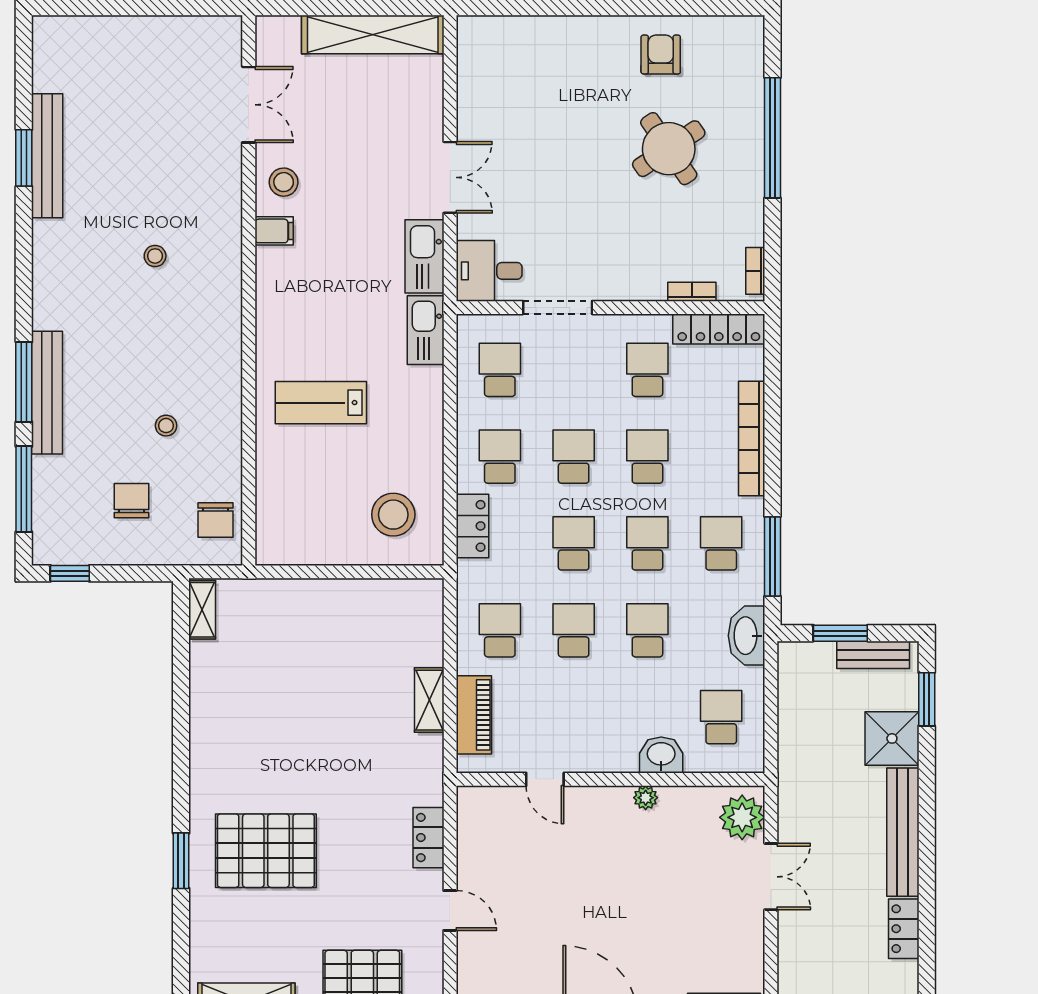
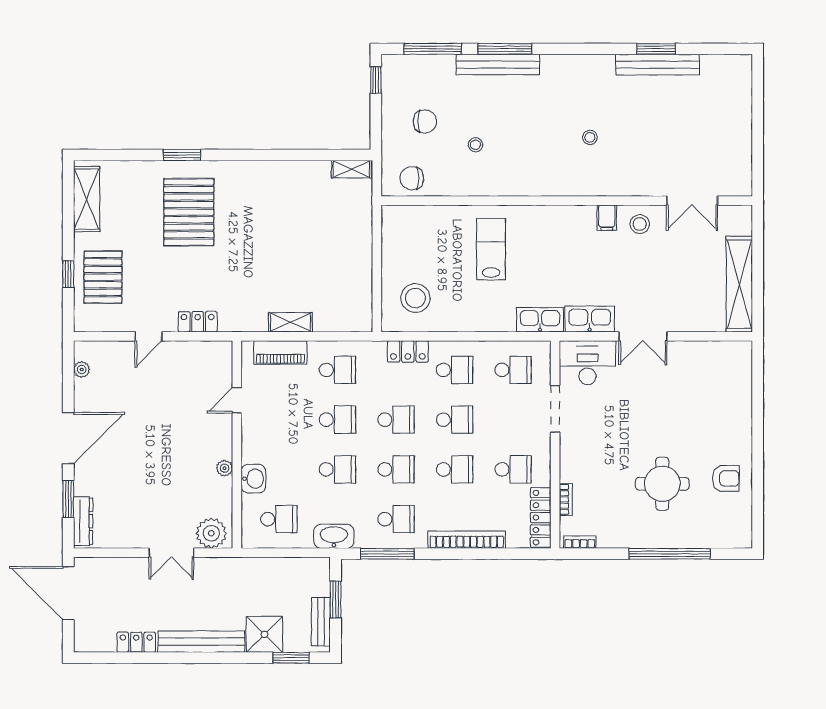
round table: (669, 149) -> (662, 484), turned 34
desk: (489, 271) -> (587, 363), width x1.37

